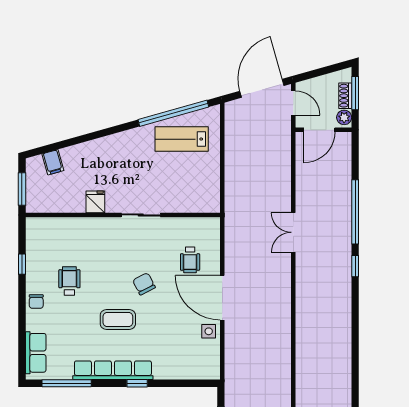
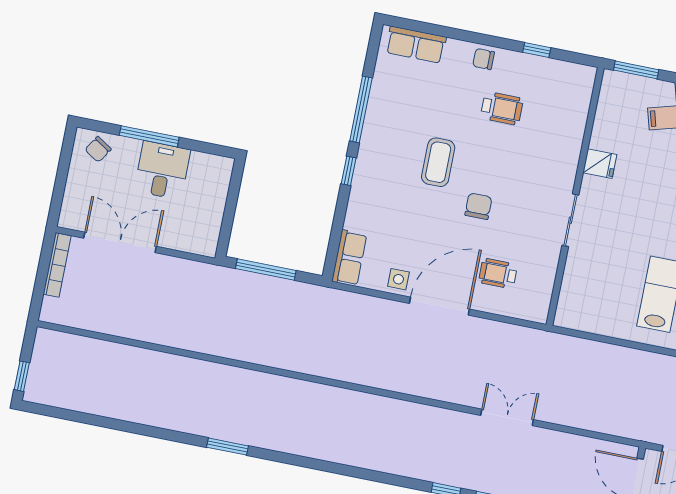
chair: (144, 284) -> (478, 206), turned -63
row of seats: (113, 370) -> (349, 258), moved, width x0.50
window: (67, 383) -> (361, 109), moved

